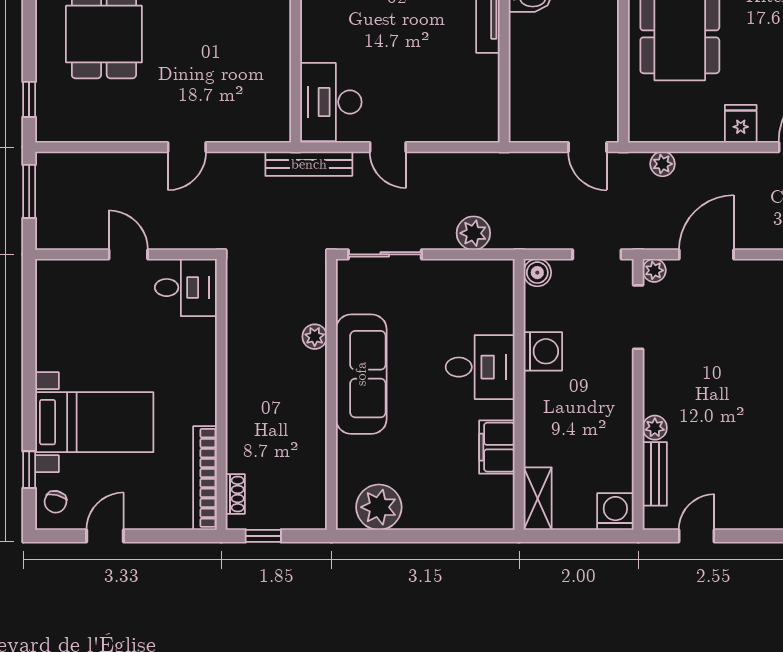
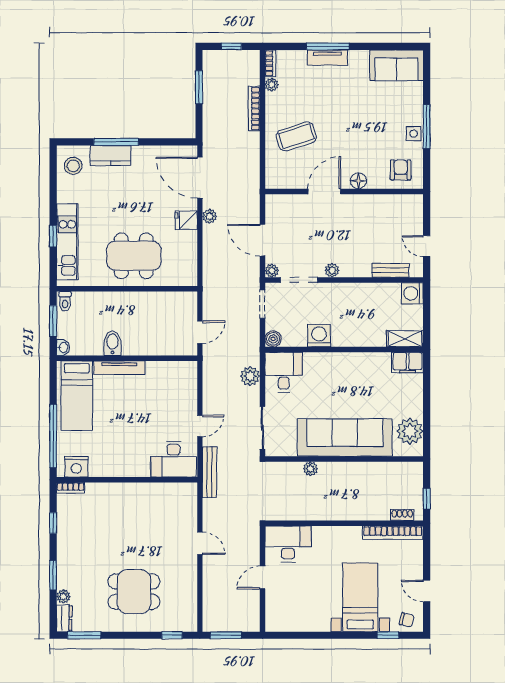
door: (587, 147) -> (200, 332), moved
plant: (663, 164) -> (210, 216), moved
desk: (186, 288) -> (288, 544), width x1.37
desk: (480, 367) -> (284, 372), moved
sofa: (361, 374) -> (345, 438), width x1.36, depth x1.27
plant: (655, 428) -> (332, 270), moved
filing cabinet: (497, 447) -> (408, 362), moved

